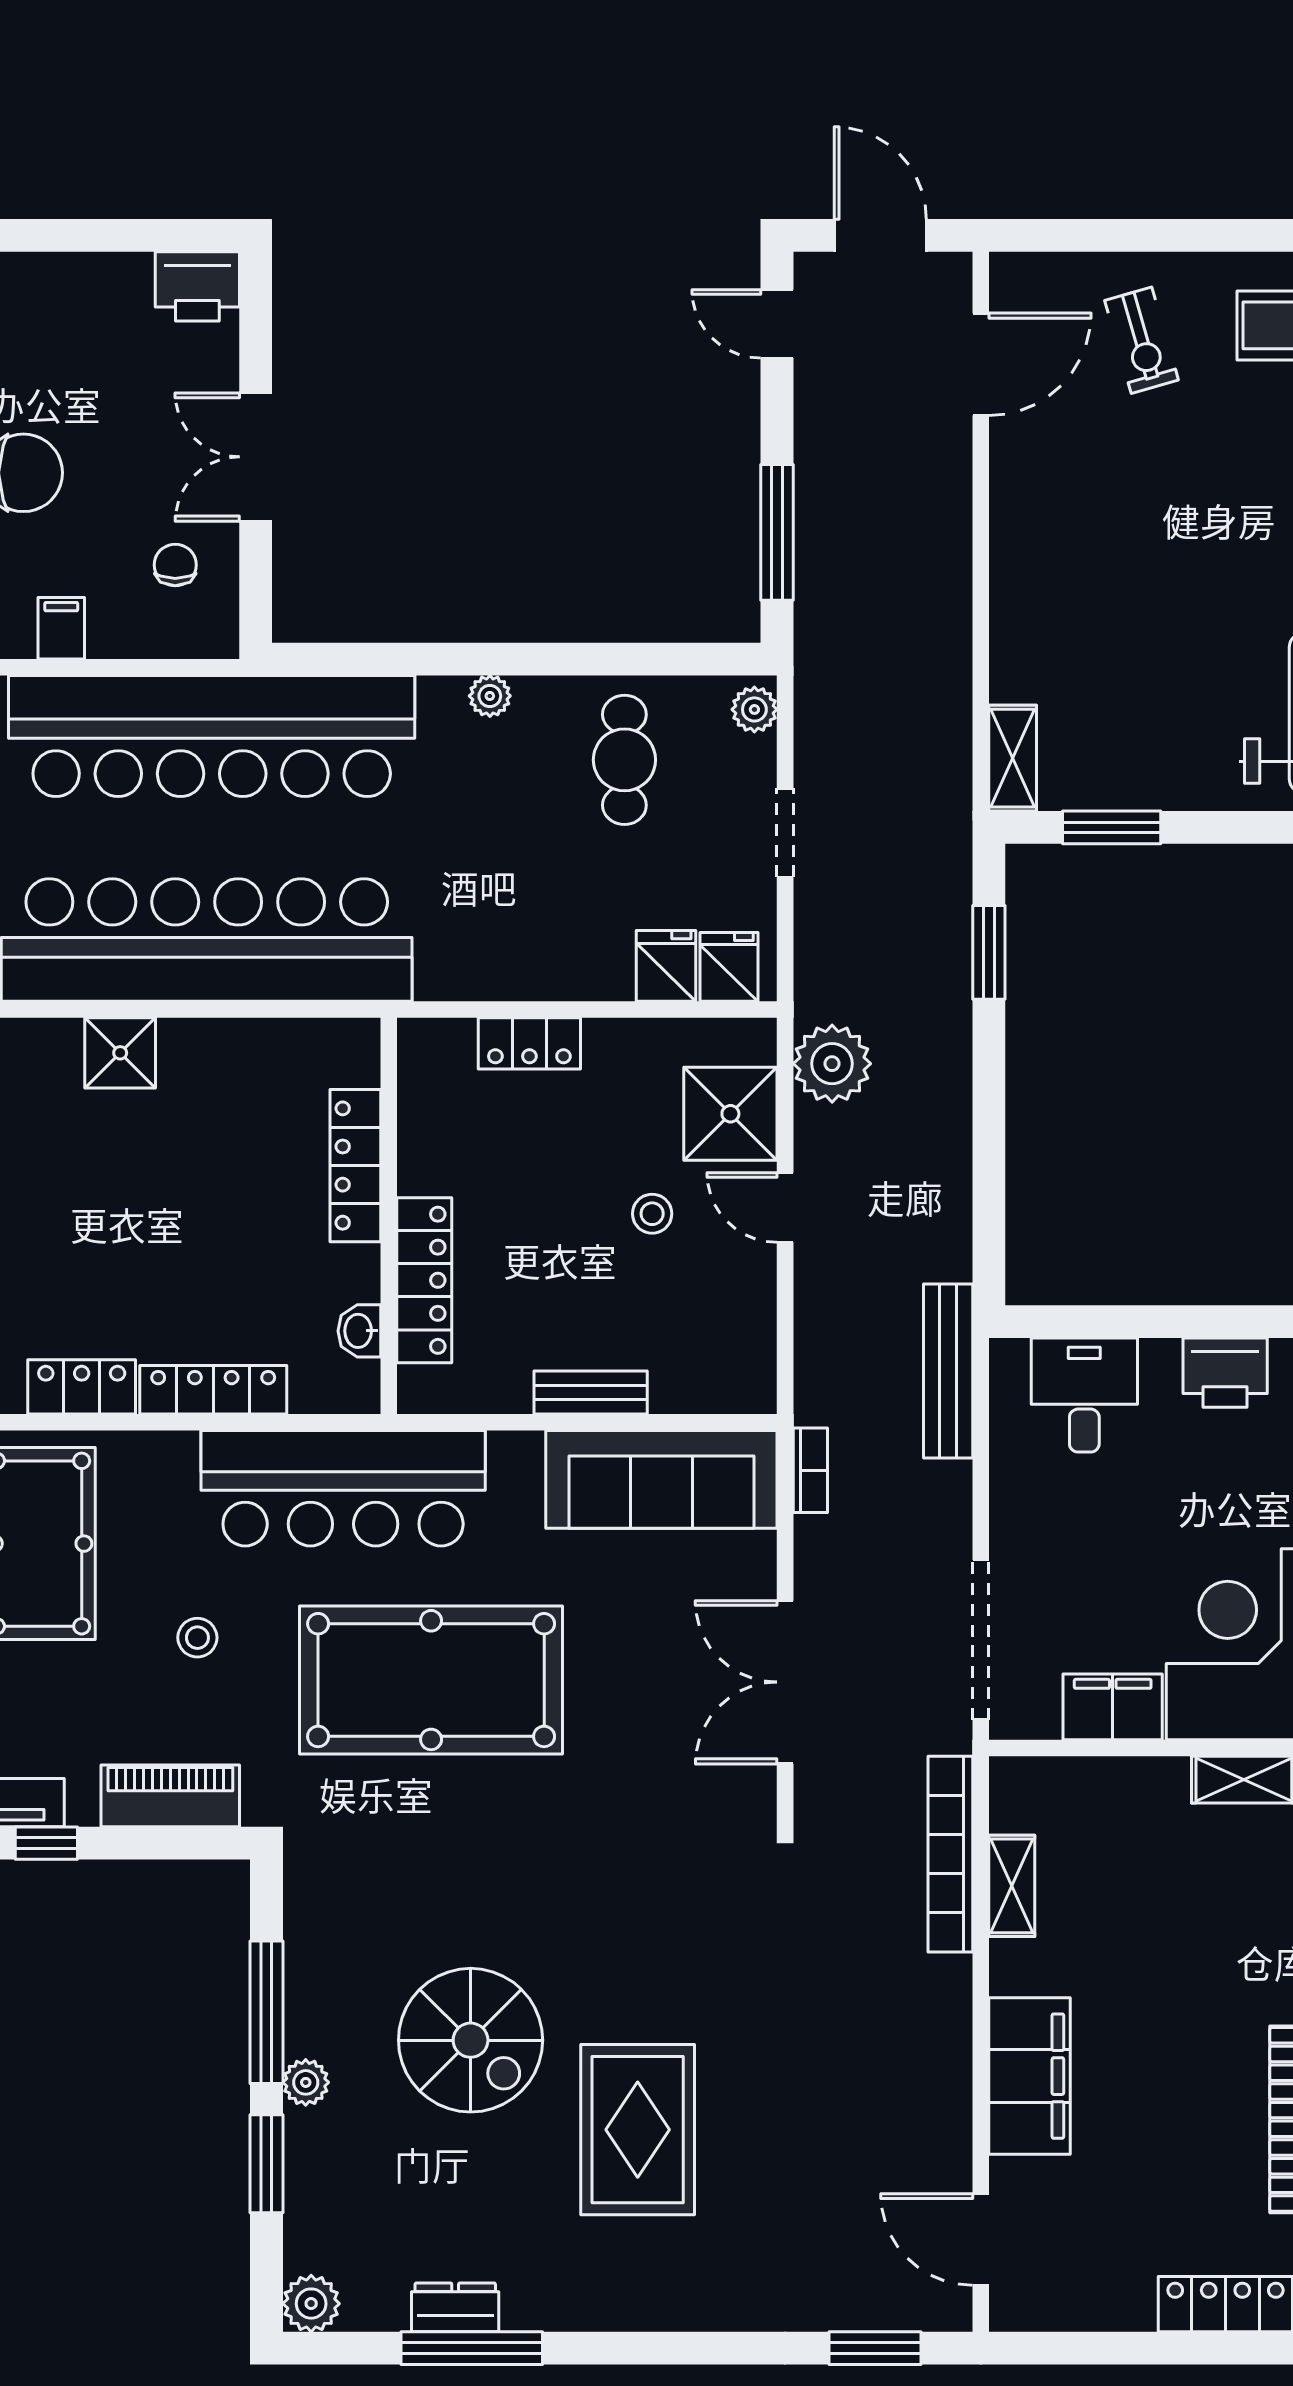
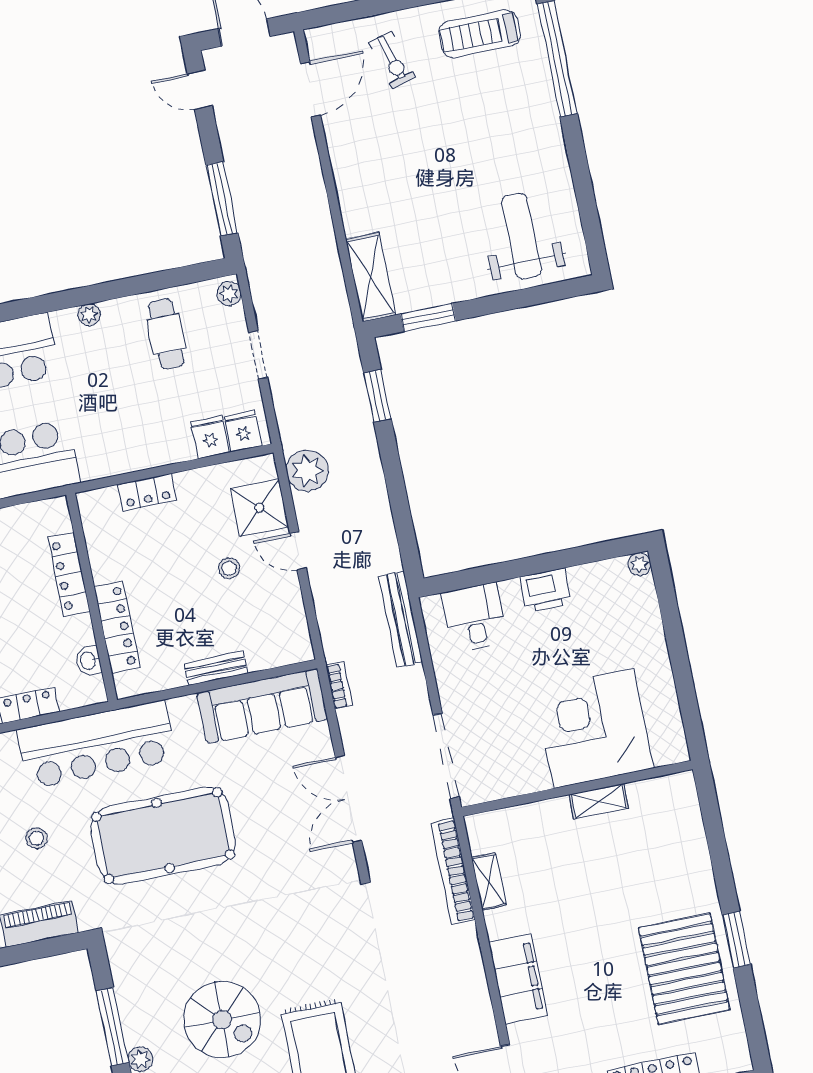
shelving: (1013, 758) -> (370, 277), width x1.50, depth x1.33
filing cabinet: (1113, 1707) -> (522, 777), removed

